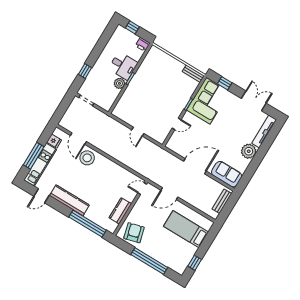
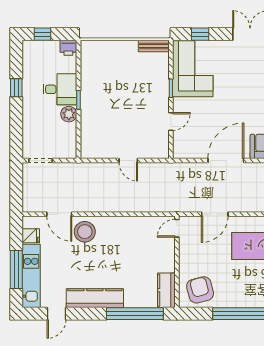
window: (85, 71) -> (16, 88), moved
kitchen counter: (120, 211) -> (166, 290), moved

